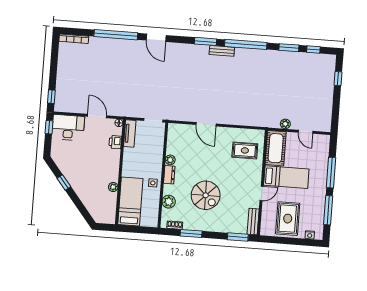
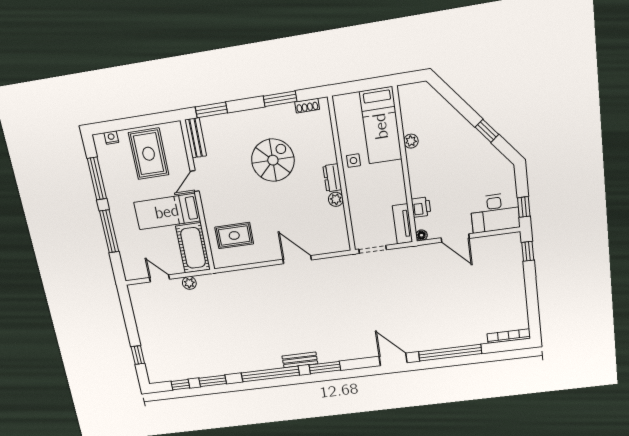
spiral stairs: (206, 195) -> (273, 160), turned 90
plant: (169, 202) -> (324, 138), removed

